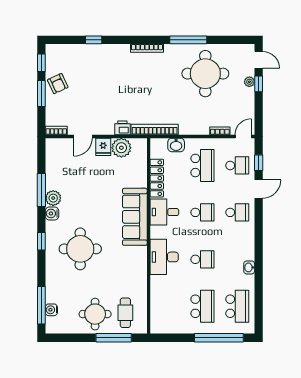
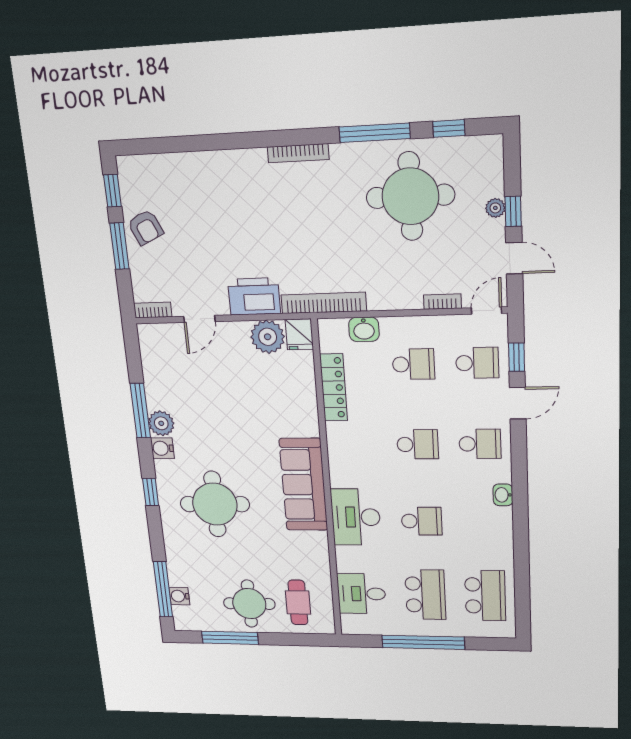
window: (94, 40) -> (449, 128), moved
door: (259, 60) -> (514, 258), moved
printer: (122, 128) -> (254, 296), width x1.87, depth x1.48
fridge: (103, 147) -> (299, 334), moved
school desk: (202, 165) -> (413, 364), width x0.54
desk: (164, 212) -> (361, 594), moved
sofa: (135, 217) -> (303, 485), moved
washbasin: (249, 267) -> (503, 495), moved
window: (114, 338) -> (230, 638), moved
window: (219, 338) -> (423, 642), moved

